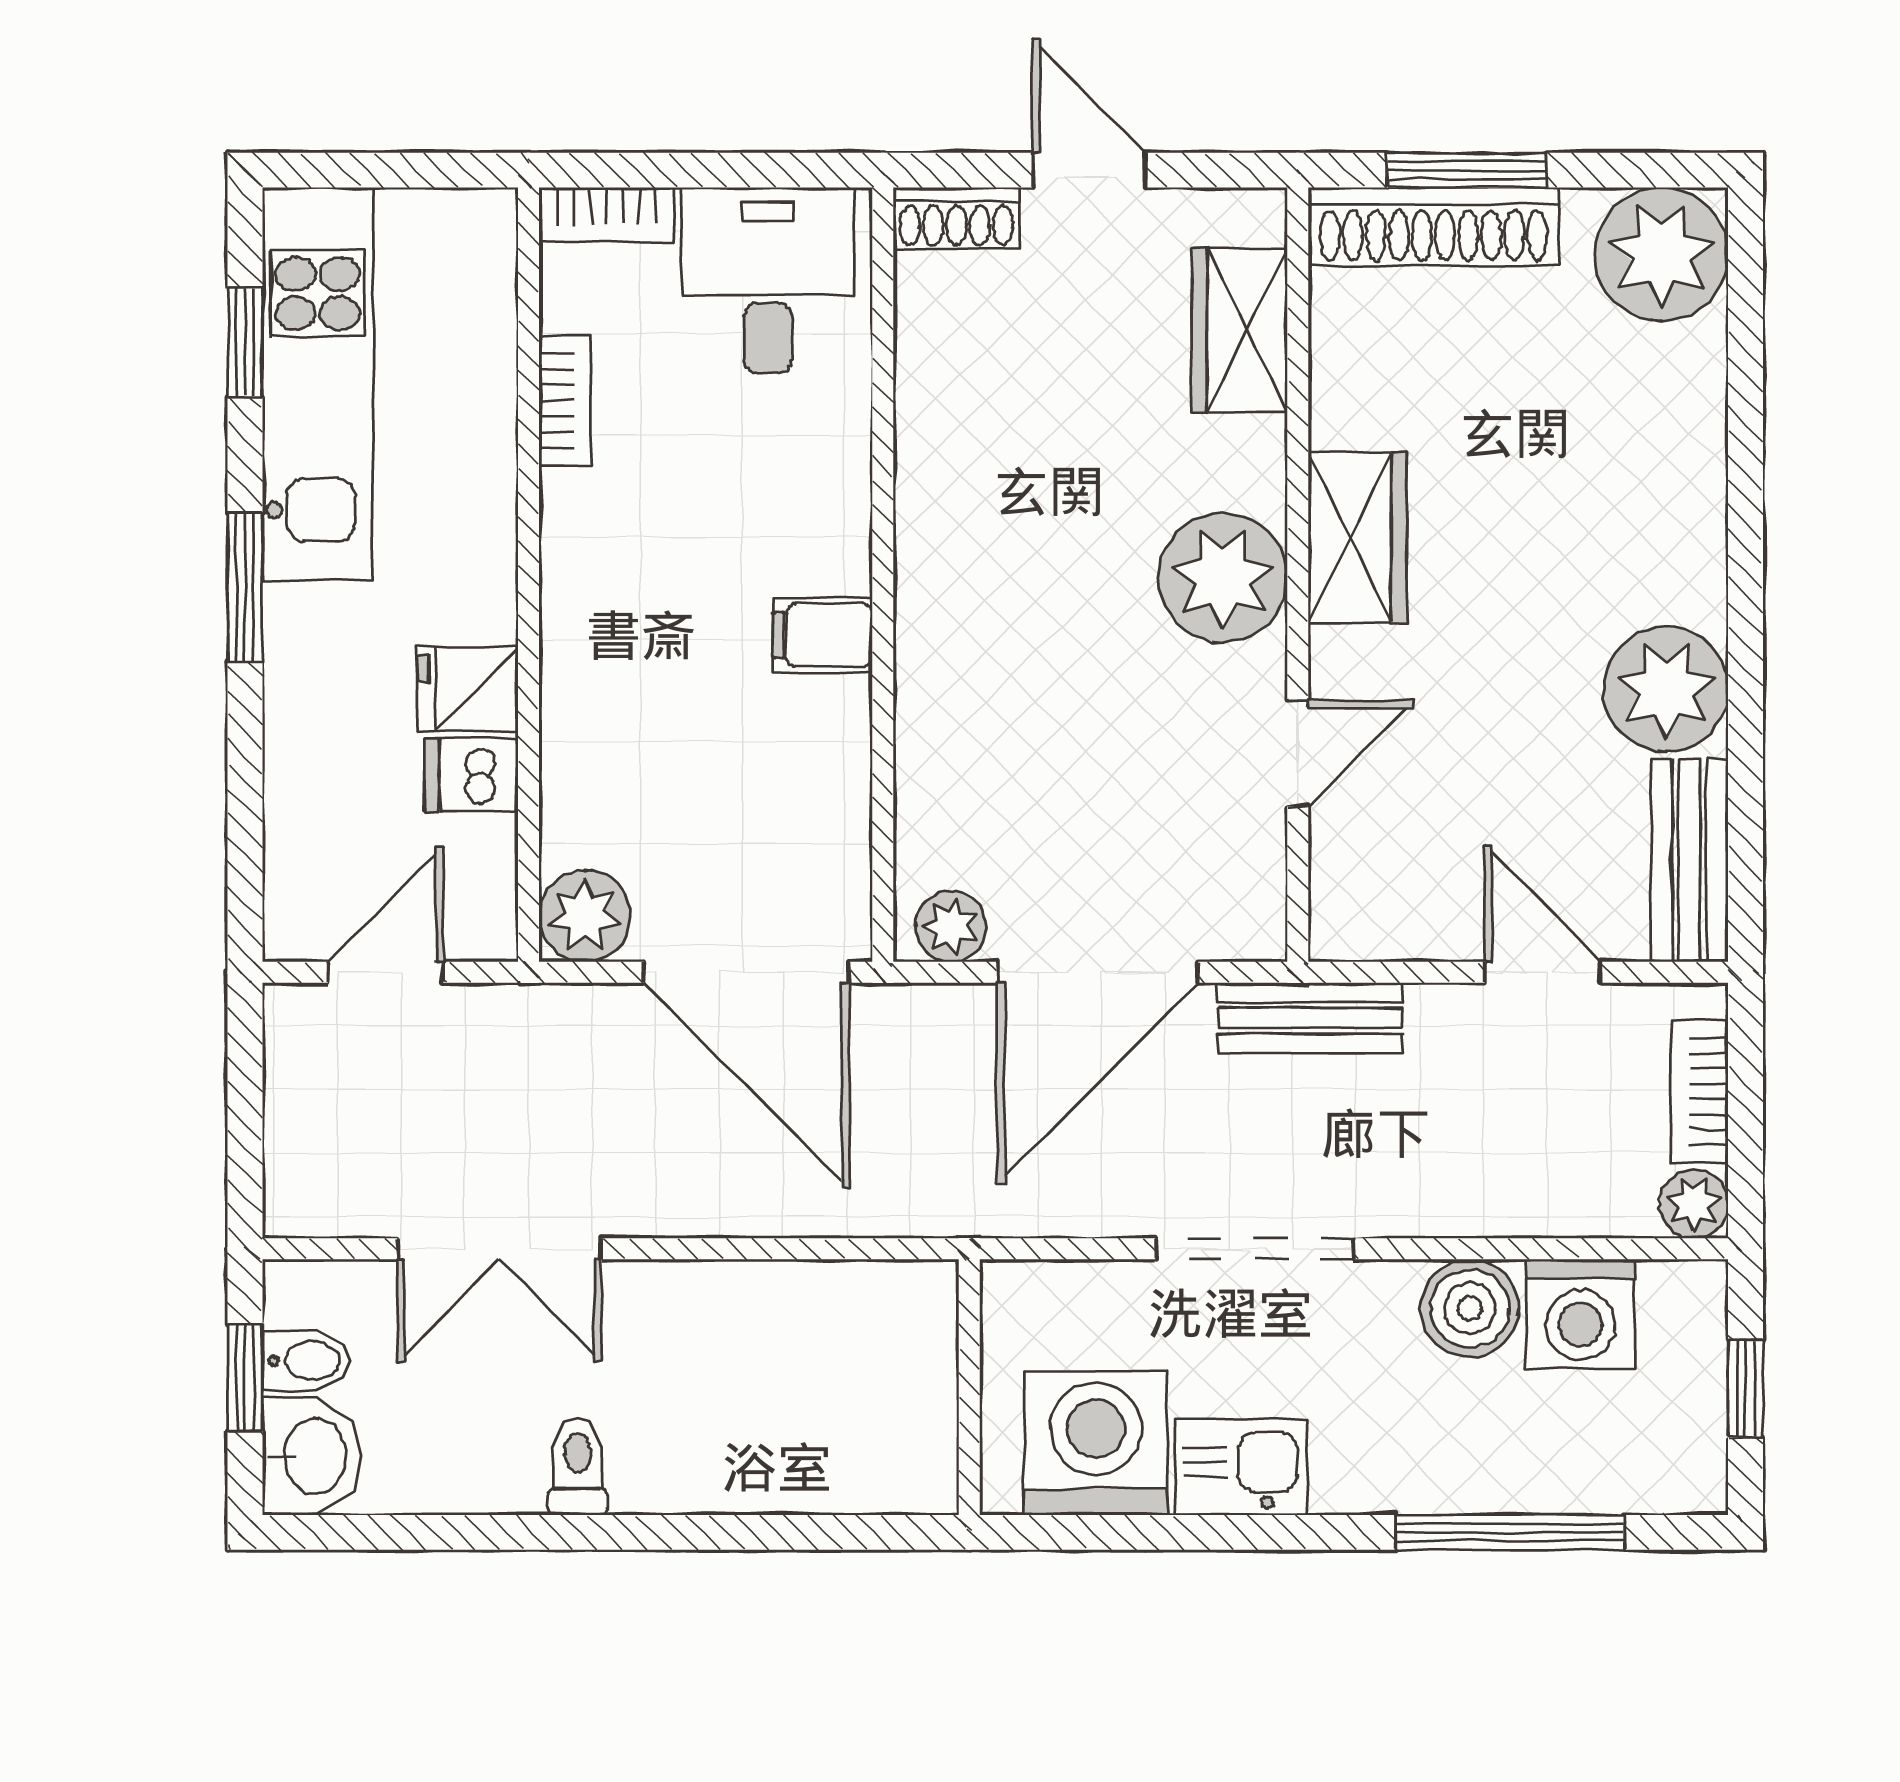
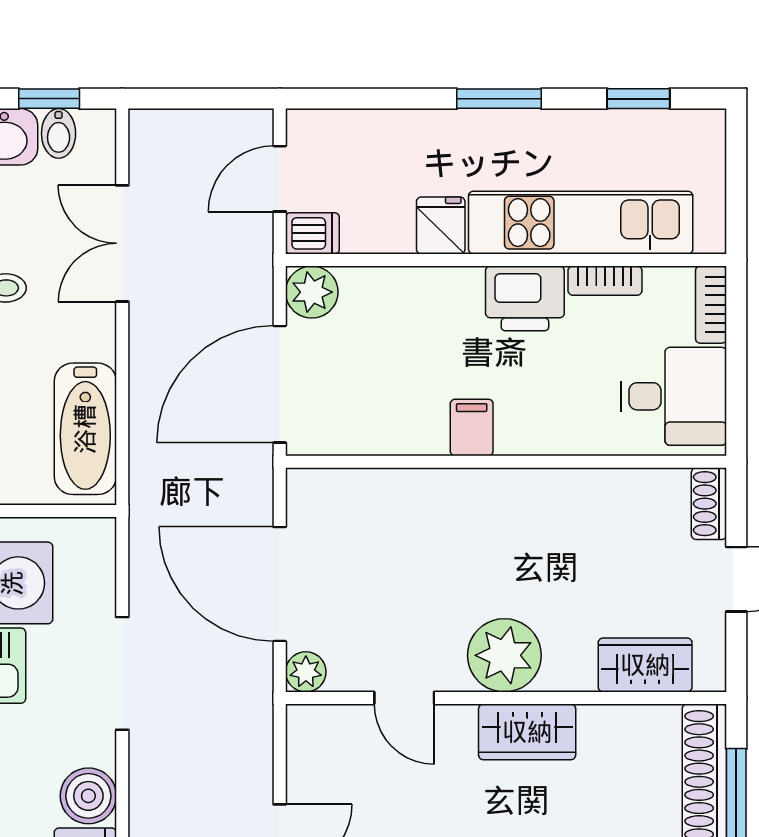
kitchen unit: (318, 384) -> (581, 223), moved, turned 180
printer: (596, 541) -> (525, 298), added
dishwasher: (471, 775) -> (312, 233), moved, turned 90
plant: (951, 927) -> (306, 672), moved
door: (386, 972) -> (280, 179), swing flipped
bench: (1310, 1018) -> (254, 705), removed
bathtub: (825, 1314) -> (85, 429), added

